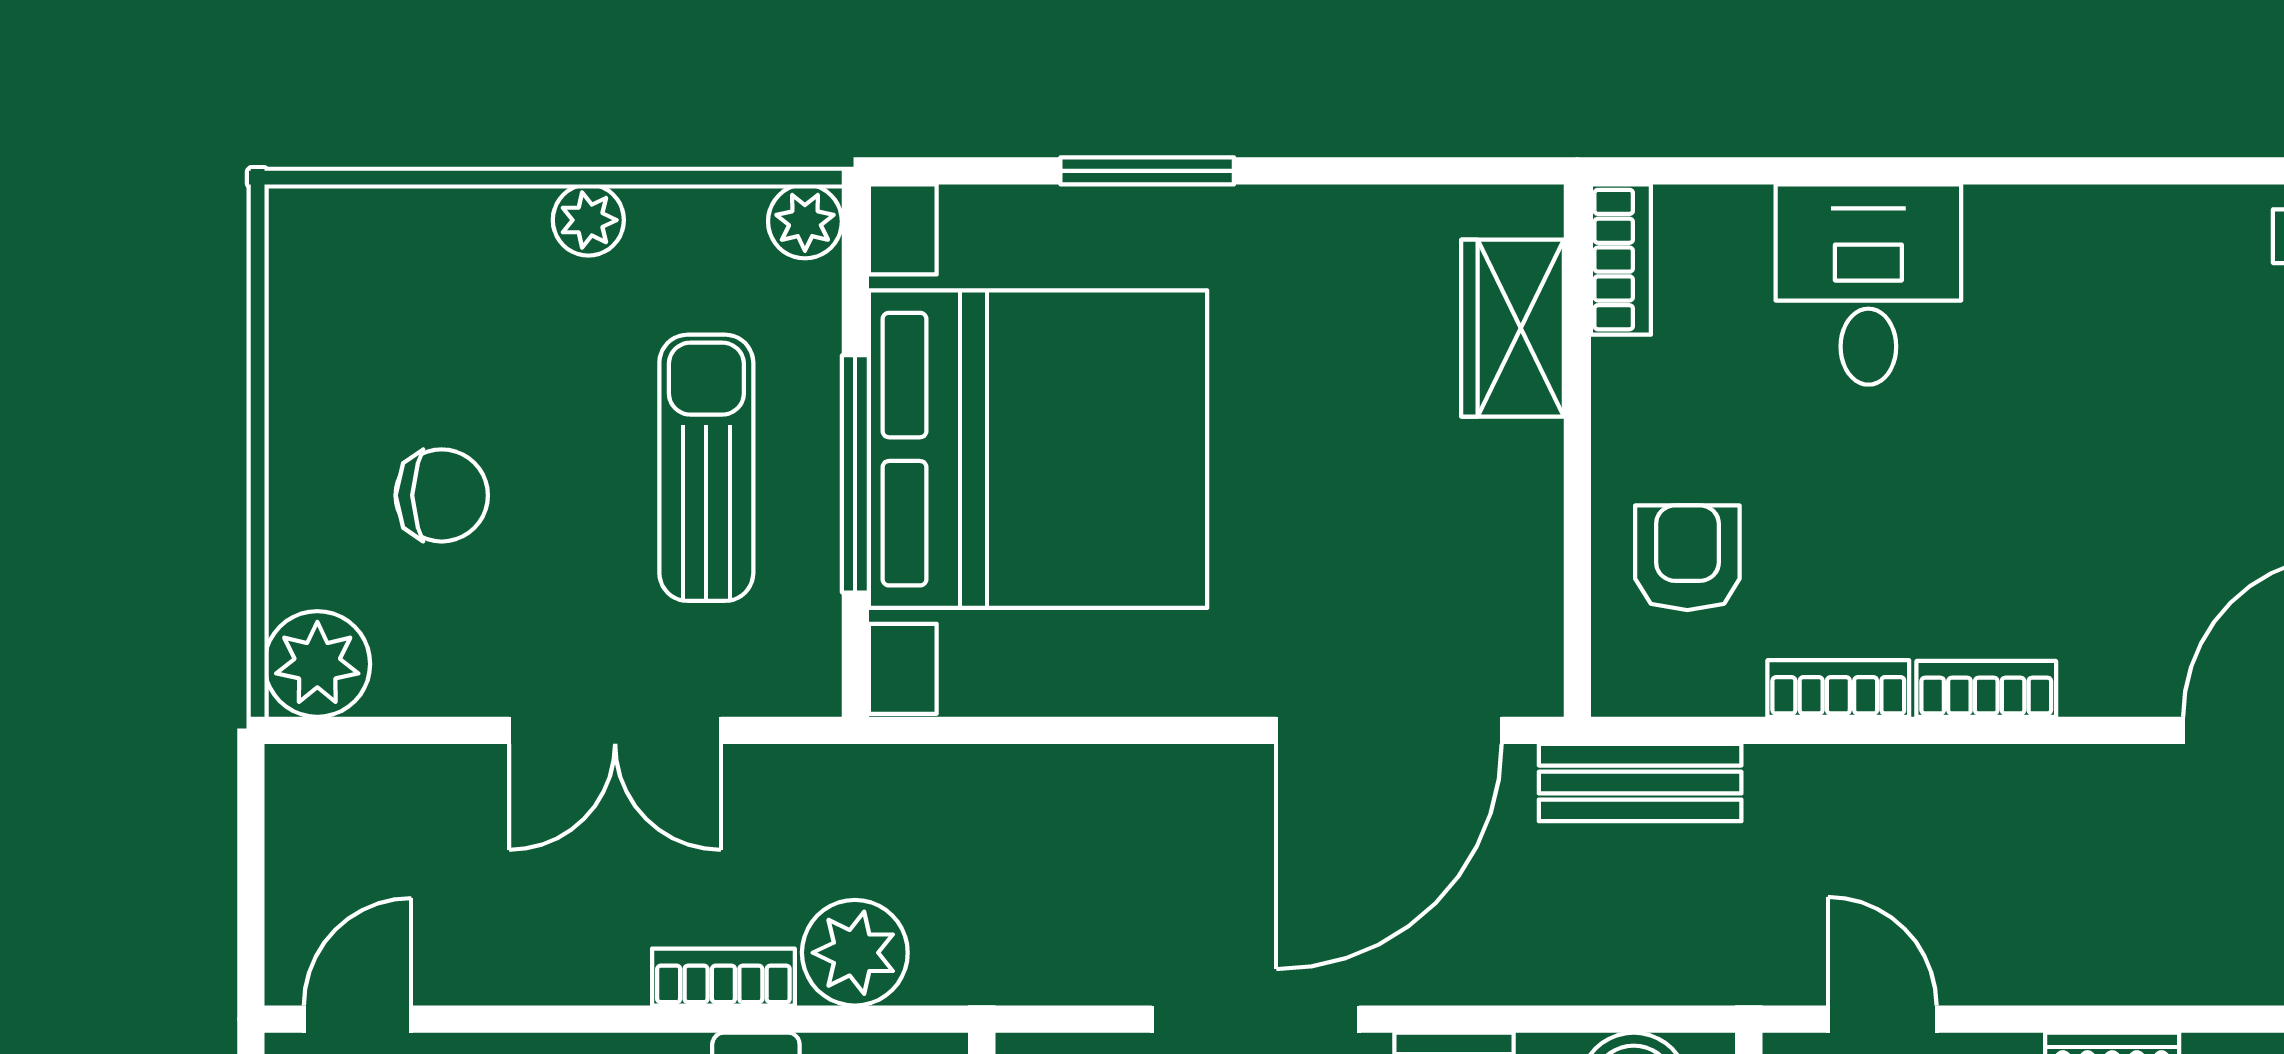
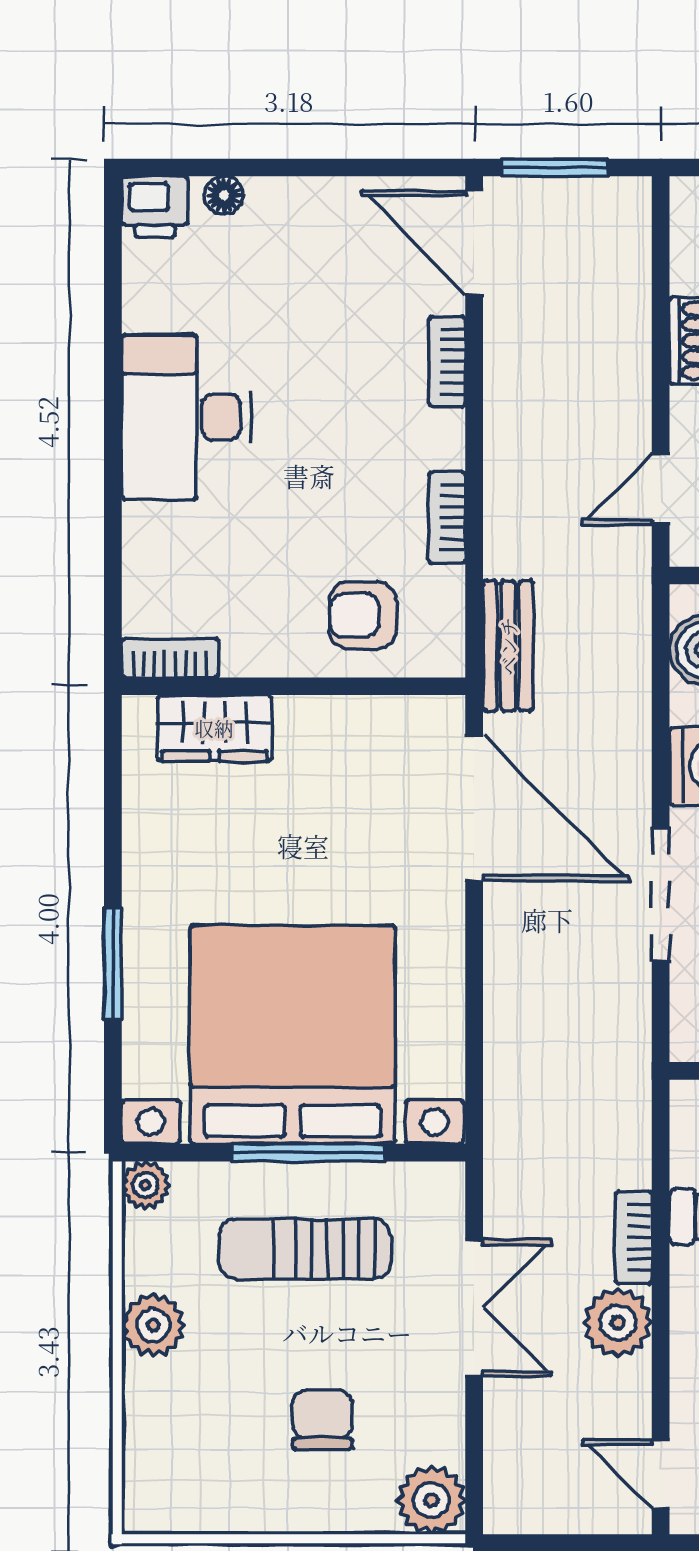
plant: (588, 220) -> (153, 1325), width x1.38, depth x1.38
desk: (1868, 285) -> (186, 417), moved, width x1.37
bookcase: (1986, 689) -> (447, 361), moved
plant: (855, 953) -> (618, 1323), moved

